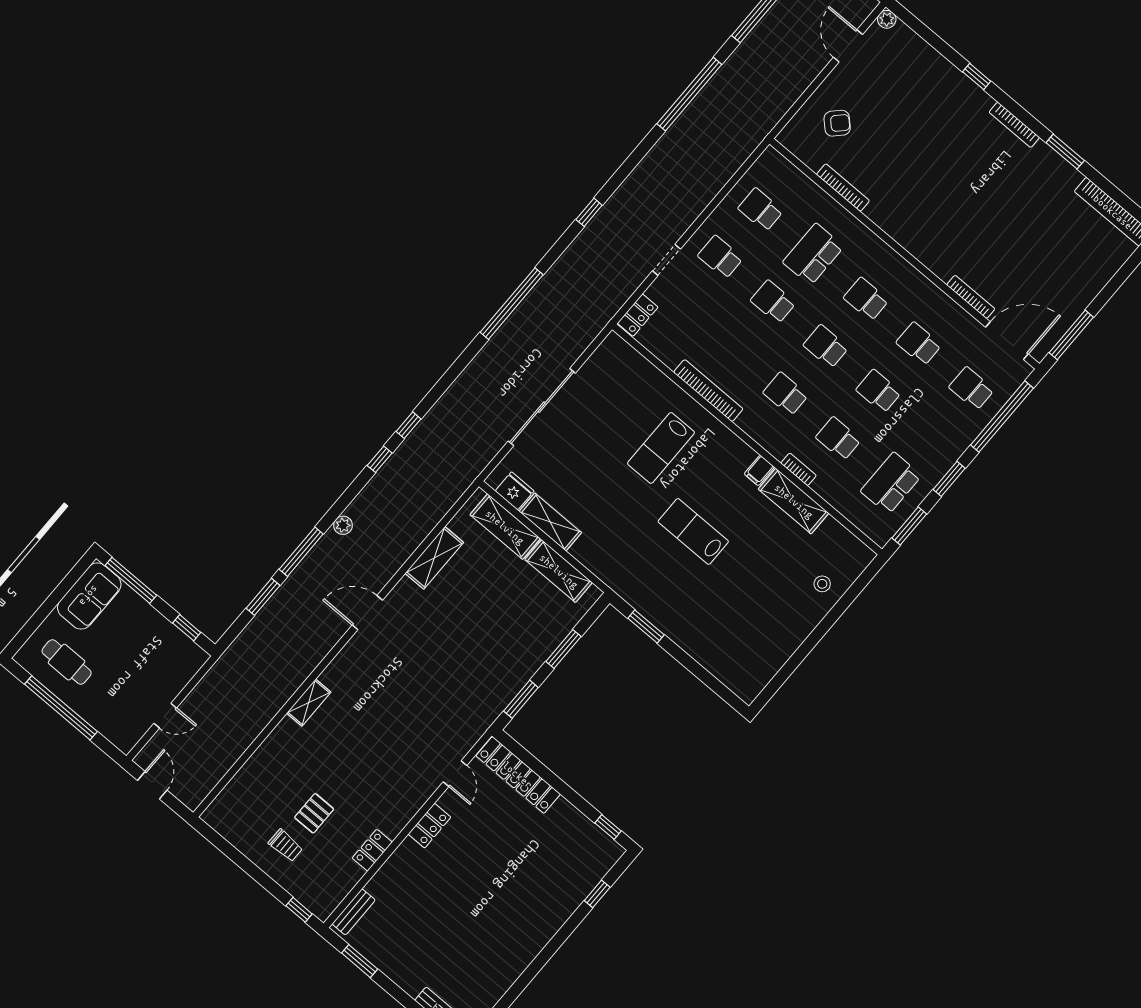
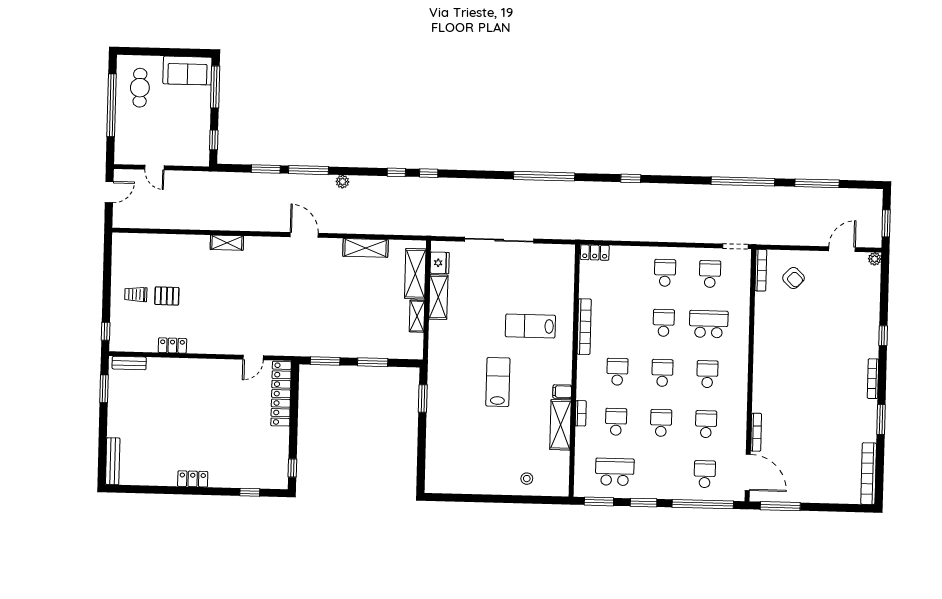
bookcase: (843, 188) -> (761, 270), moved
doorway: (667, 260) -> (735, 246), moved
shelving: (559, 571) -> (417, 316), width x0.67, depth x0.75
locker: (429, 826) -> (193, 479), moved, turned 180
trolley: (286, 845) -> (136, 294), turned 90

